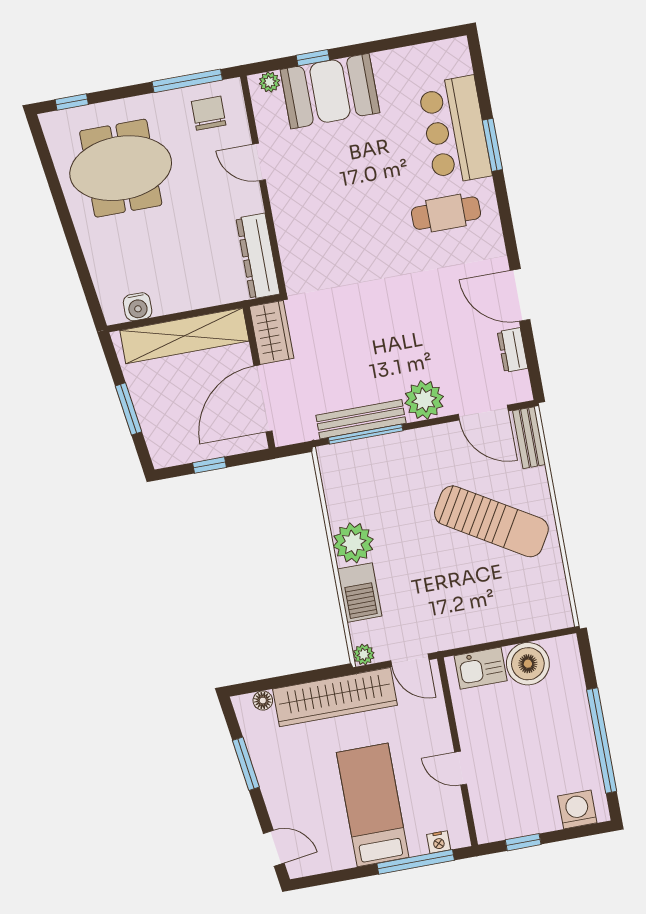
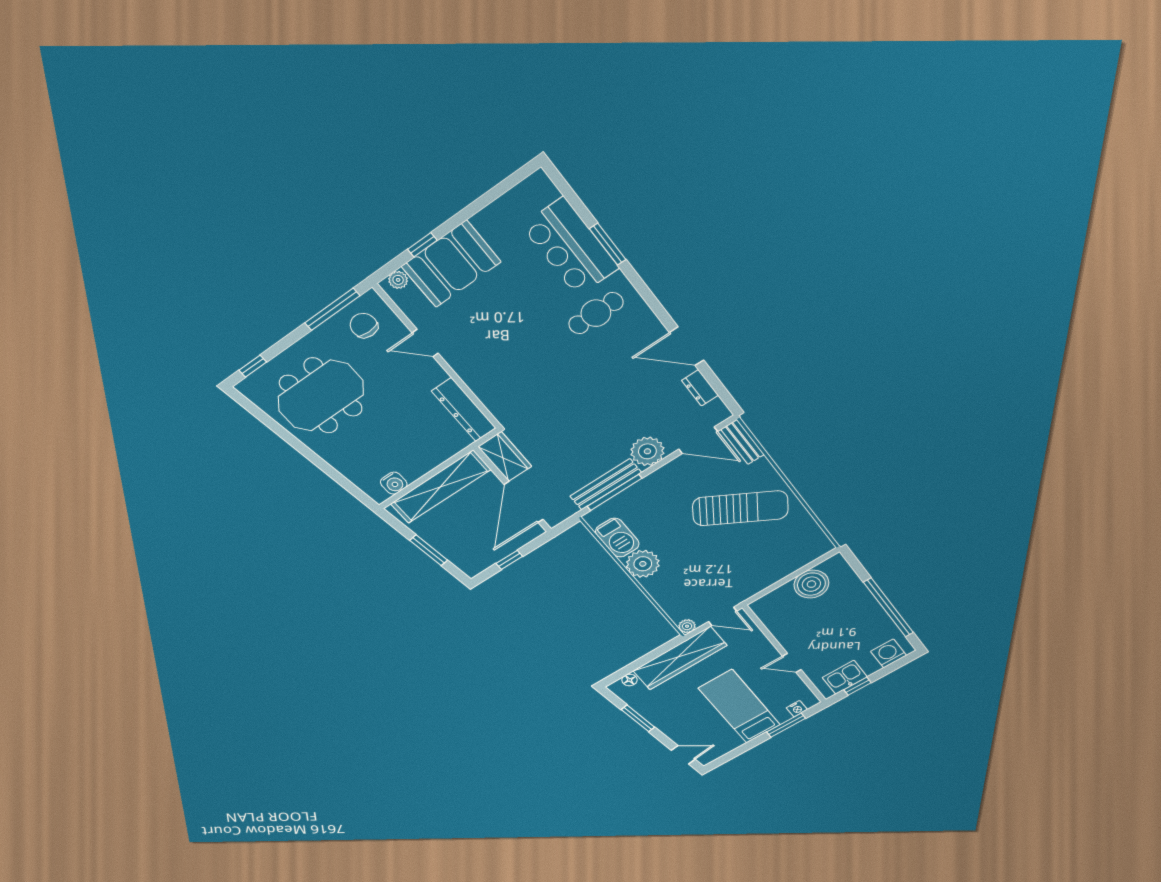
barbecue: (360, 593) -> (617, 538), moved
kitchen sink: (481, 668) -> (845, 677), moved, turned 180
window: (416, 862) -> (786, 725), width x0.69

